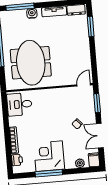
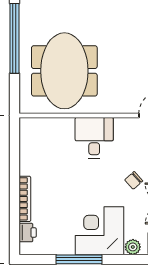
desk: (19, 104) -> (94, 138), moved, turned 90
corner desk: (49, 156) -> (99, 231), moved

